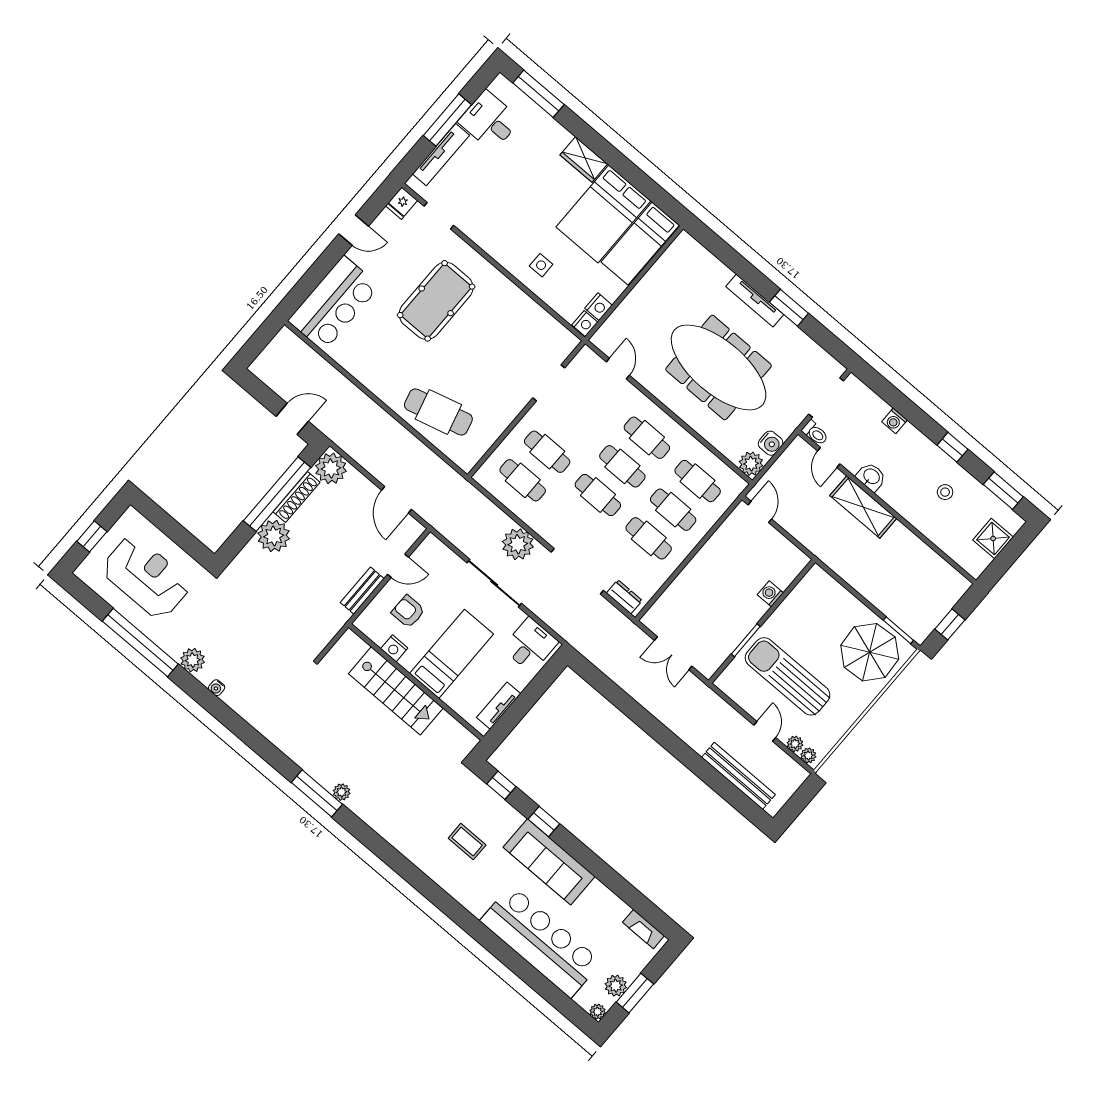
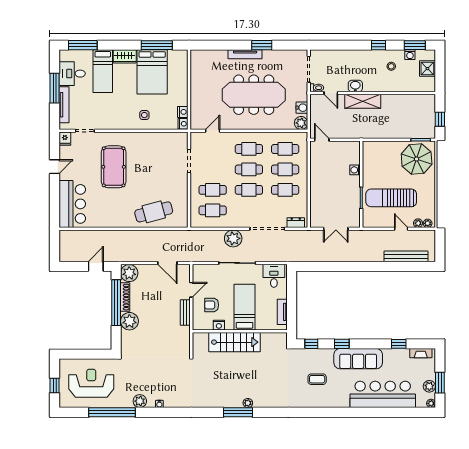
window: (642, 182) -> (157, 45), added
bed: (640, 244) -> (103, 71), moved
door: (618, 369) -> (213, 131), hinge flipped
washing machine: (895, 421) -> (410, 55), moved
window: (624, 890) -> (399, 344), added

